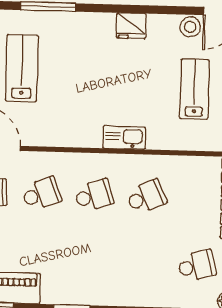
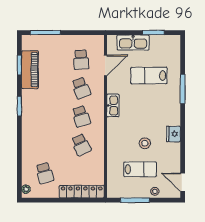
stool: (190, 27) -> (145, 143), moved
lab bench: (22, 68) -> (149, 76), turned 180
kitchen sink: (124, 138) -> (113, 105), moved

